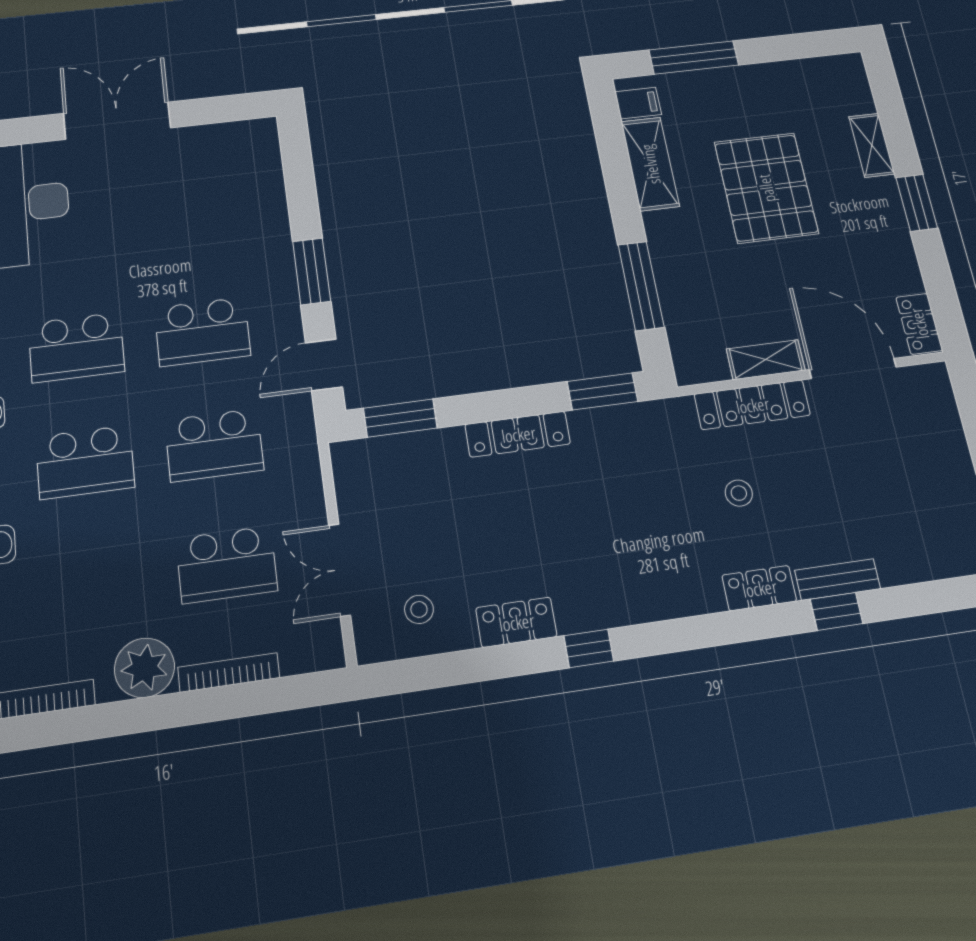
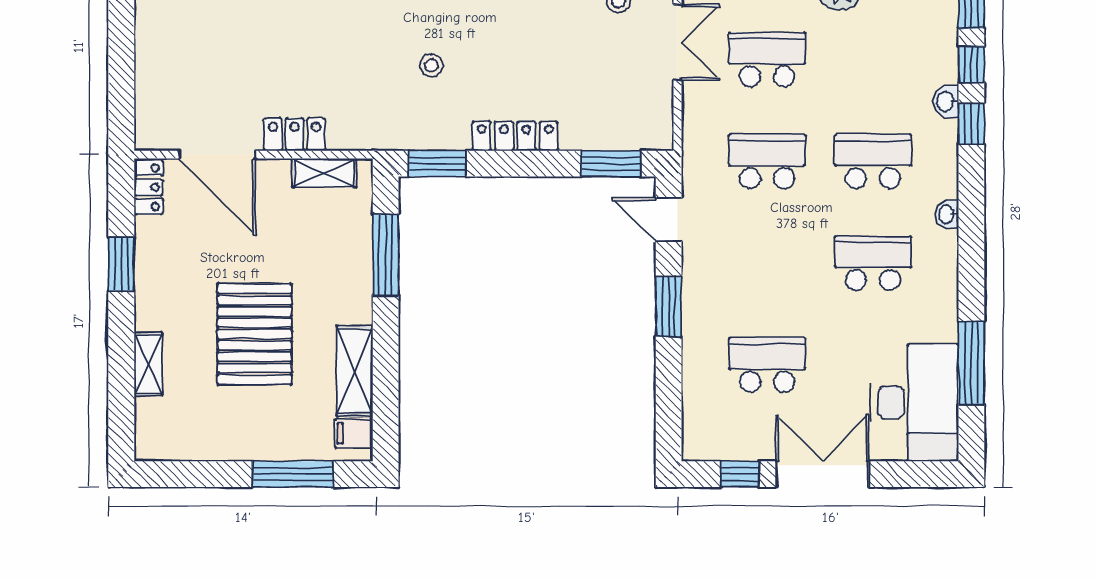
window: (210, 110) -> (740, 474), added
double door: (117, 121) -> (823, 474), swing flipped
window: (917, 203) -> (121, 264), moved
school desk: (202, 332) -> (767, 365), moved
shelving: (766, 360) -> (324, 173), moved
door: (324, 365) -> (669, 219), swing flipped
locker: (752, 405) -> (294, 134), width x0.66
stool: (739, 493) -> (431, 66), moved

